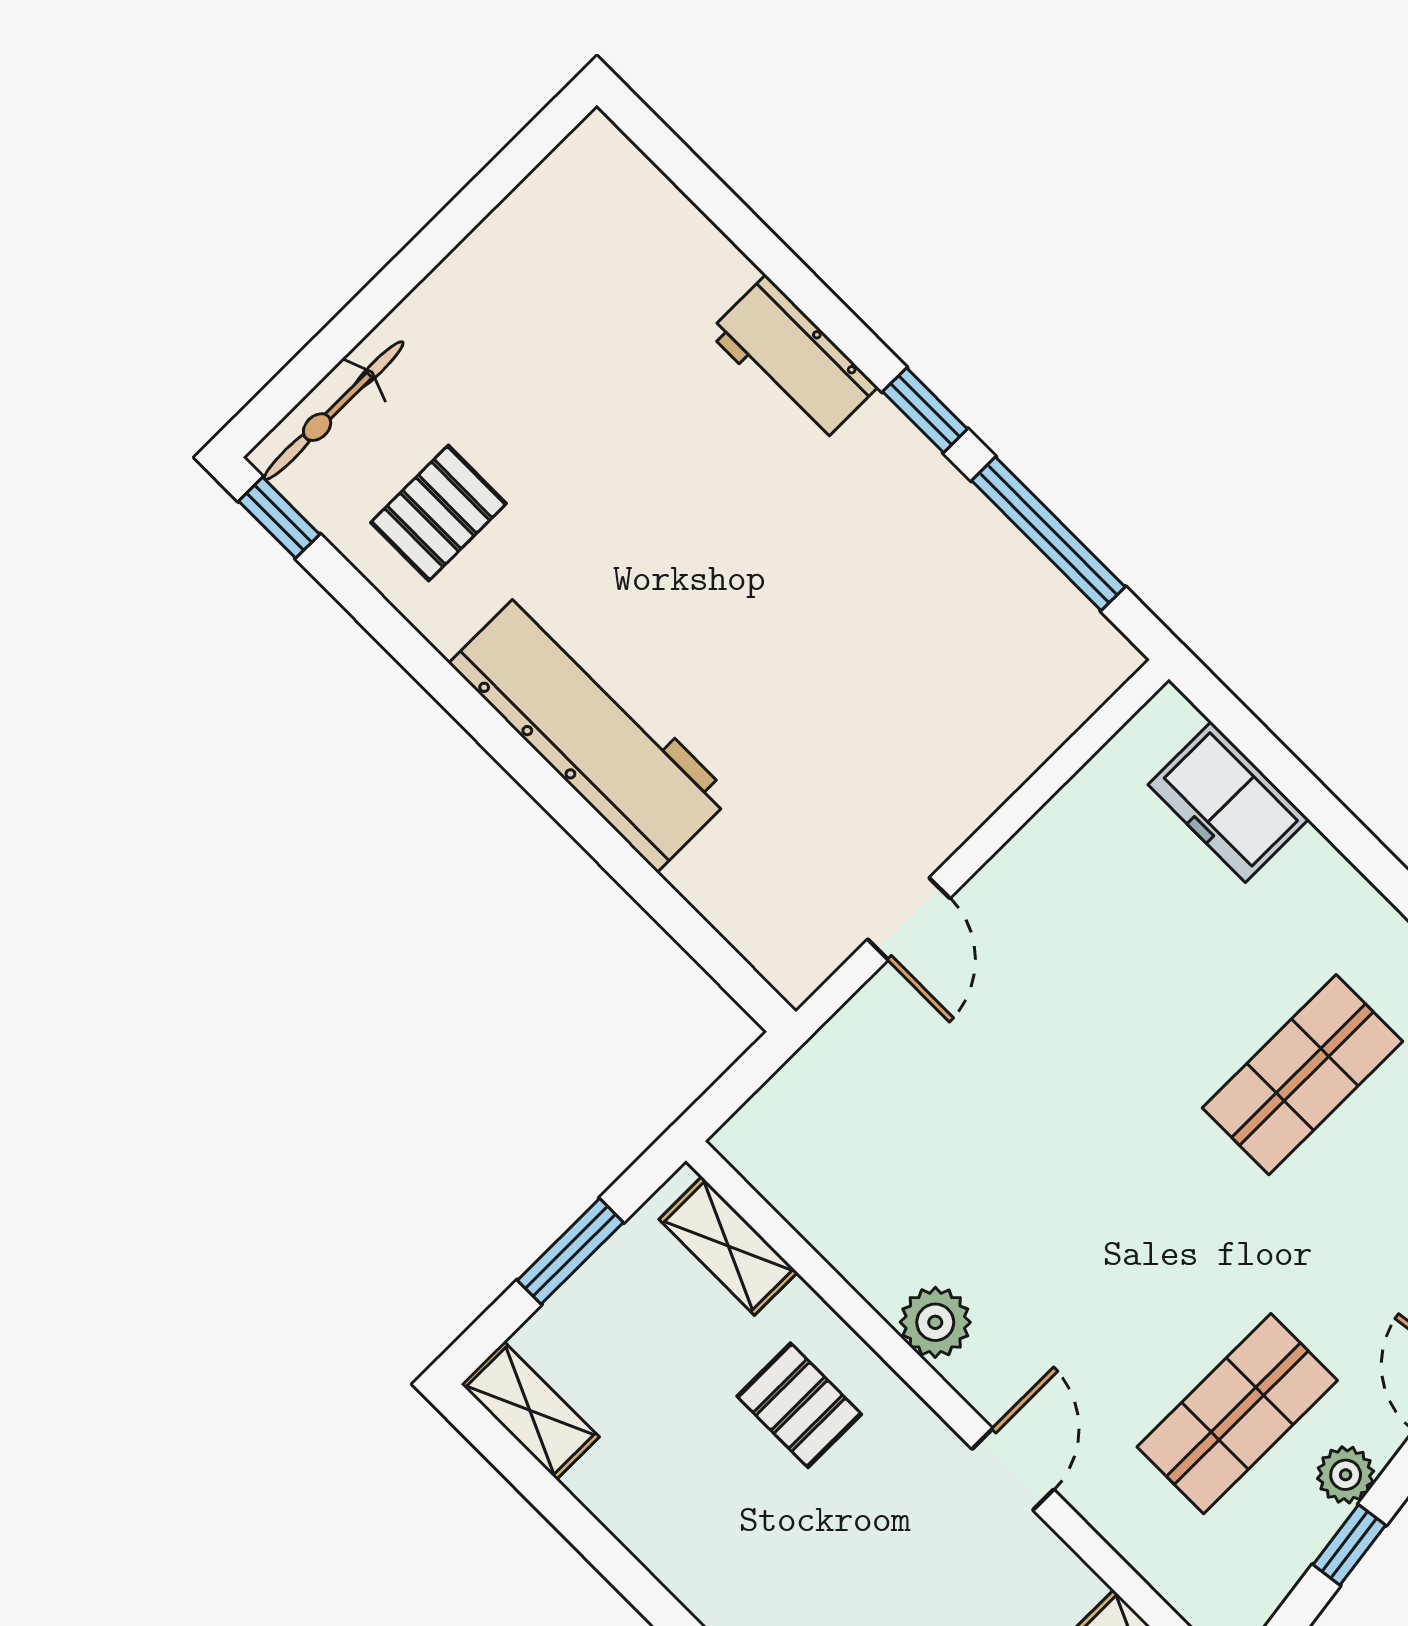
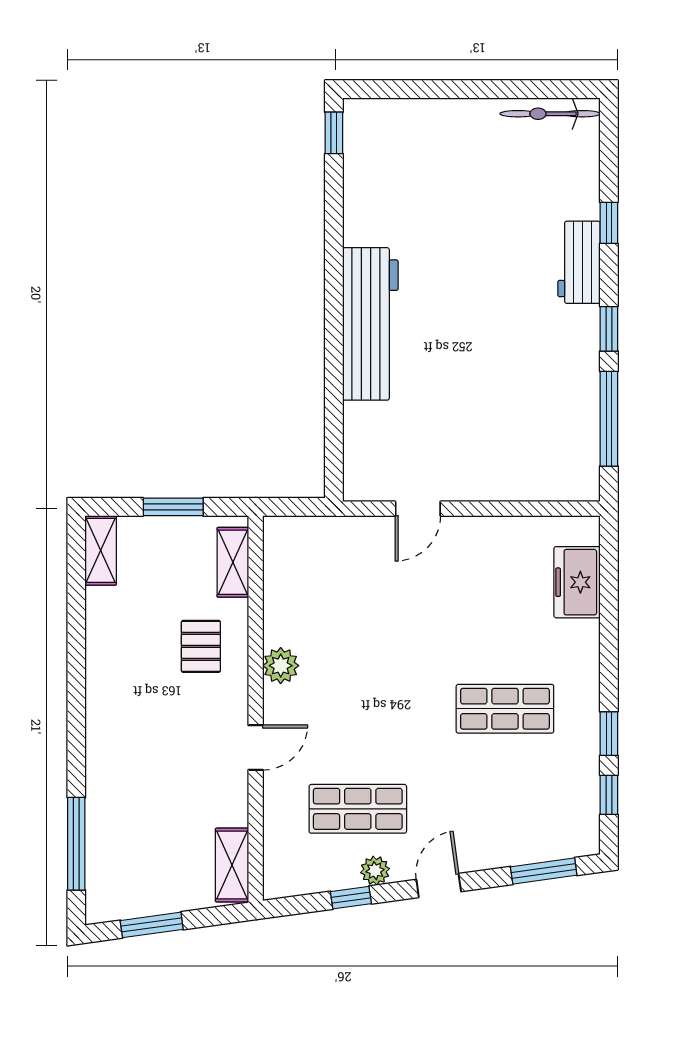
window: (780, 265) -> (609, 223), added
bicycle: (334, 411) -> (550, 114), moved
pallet: (438, 513) -> (394, 189), removed

